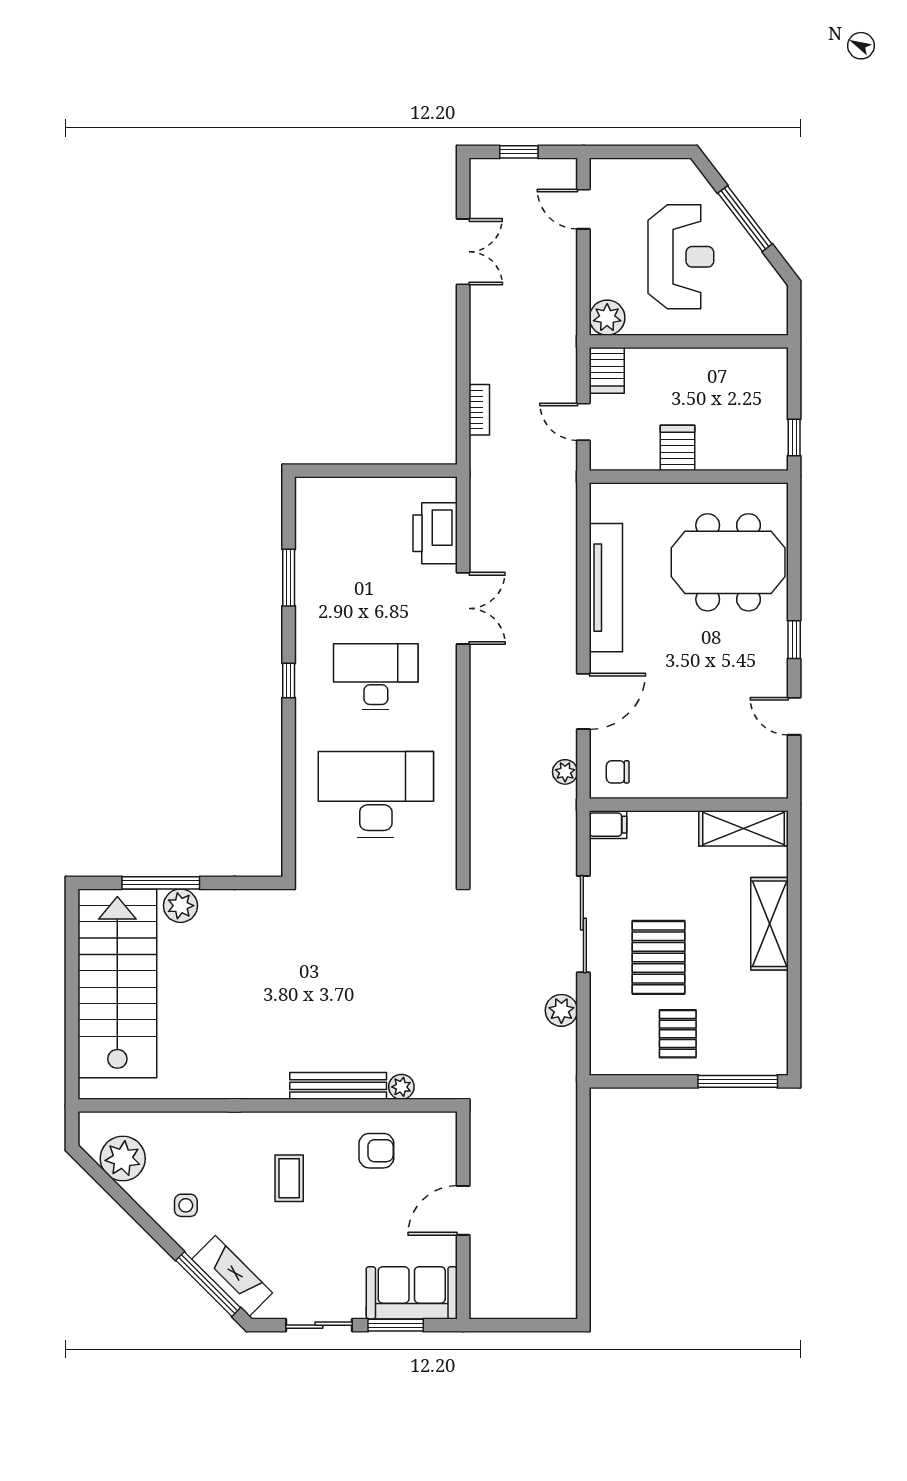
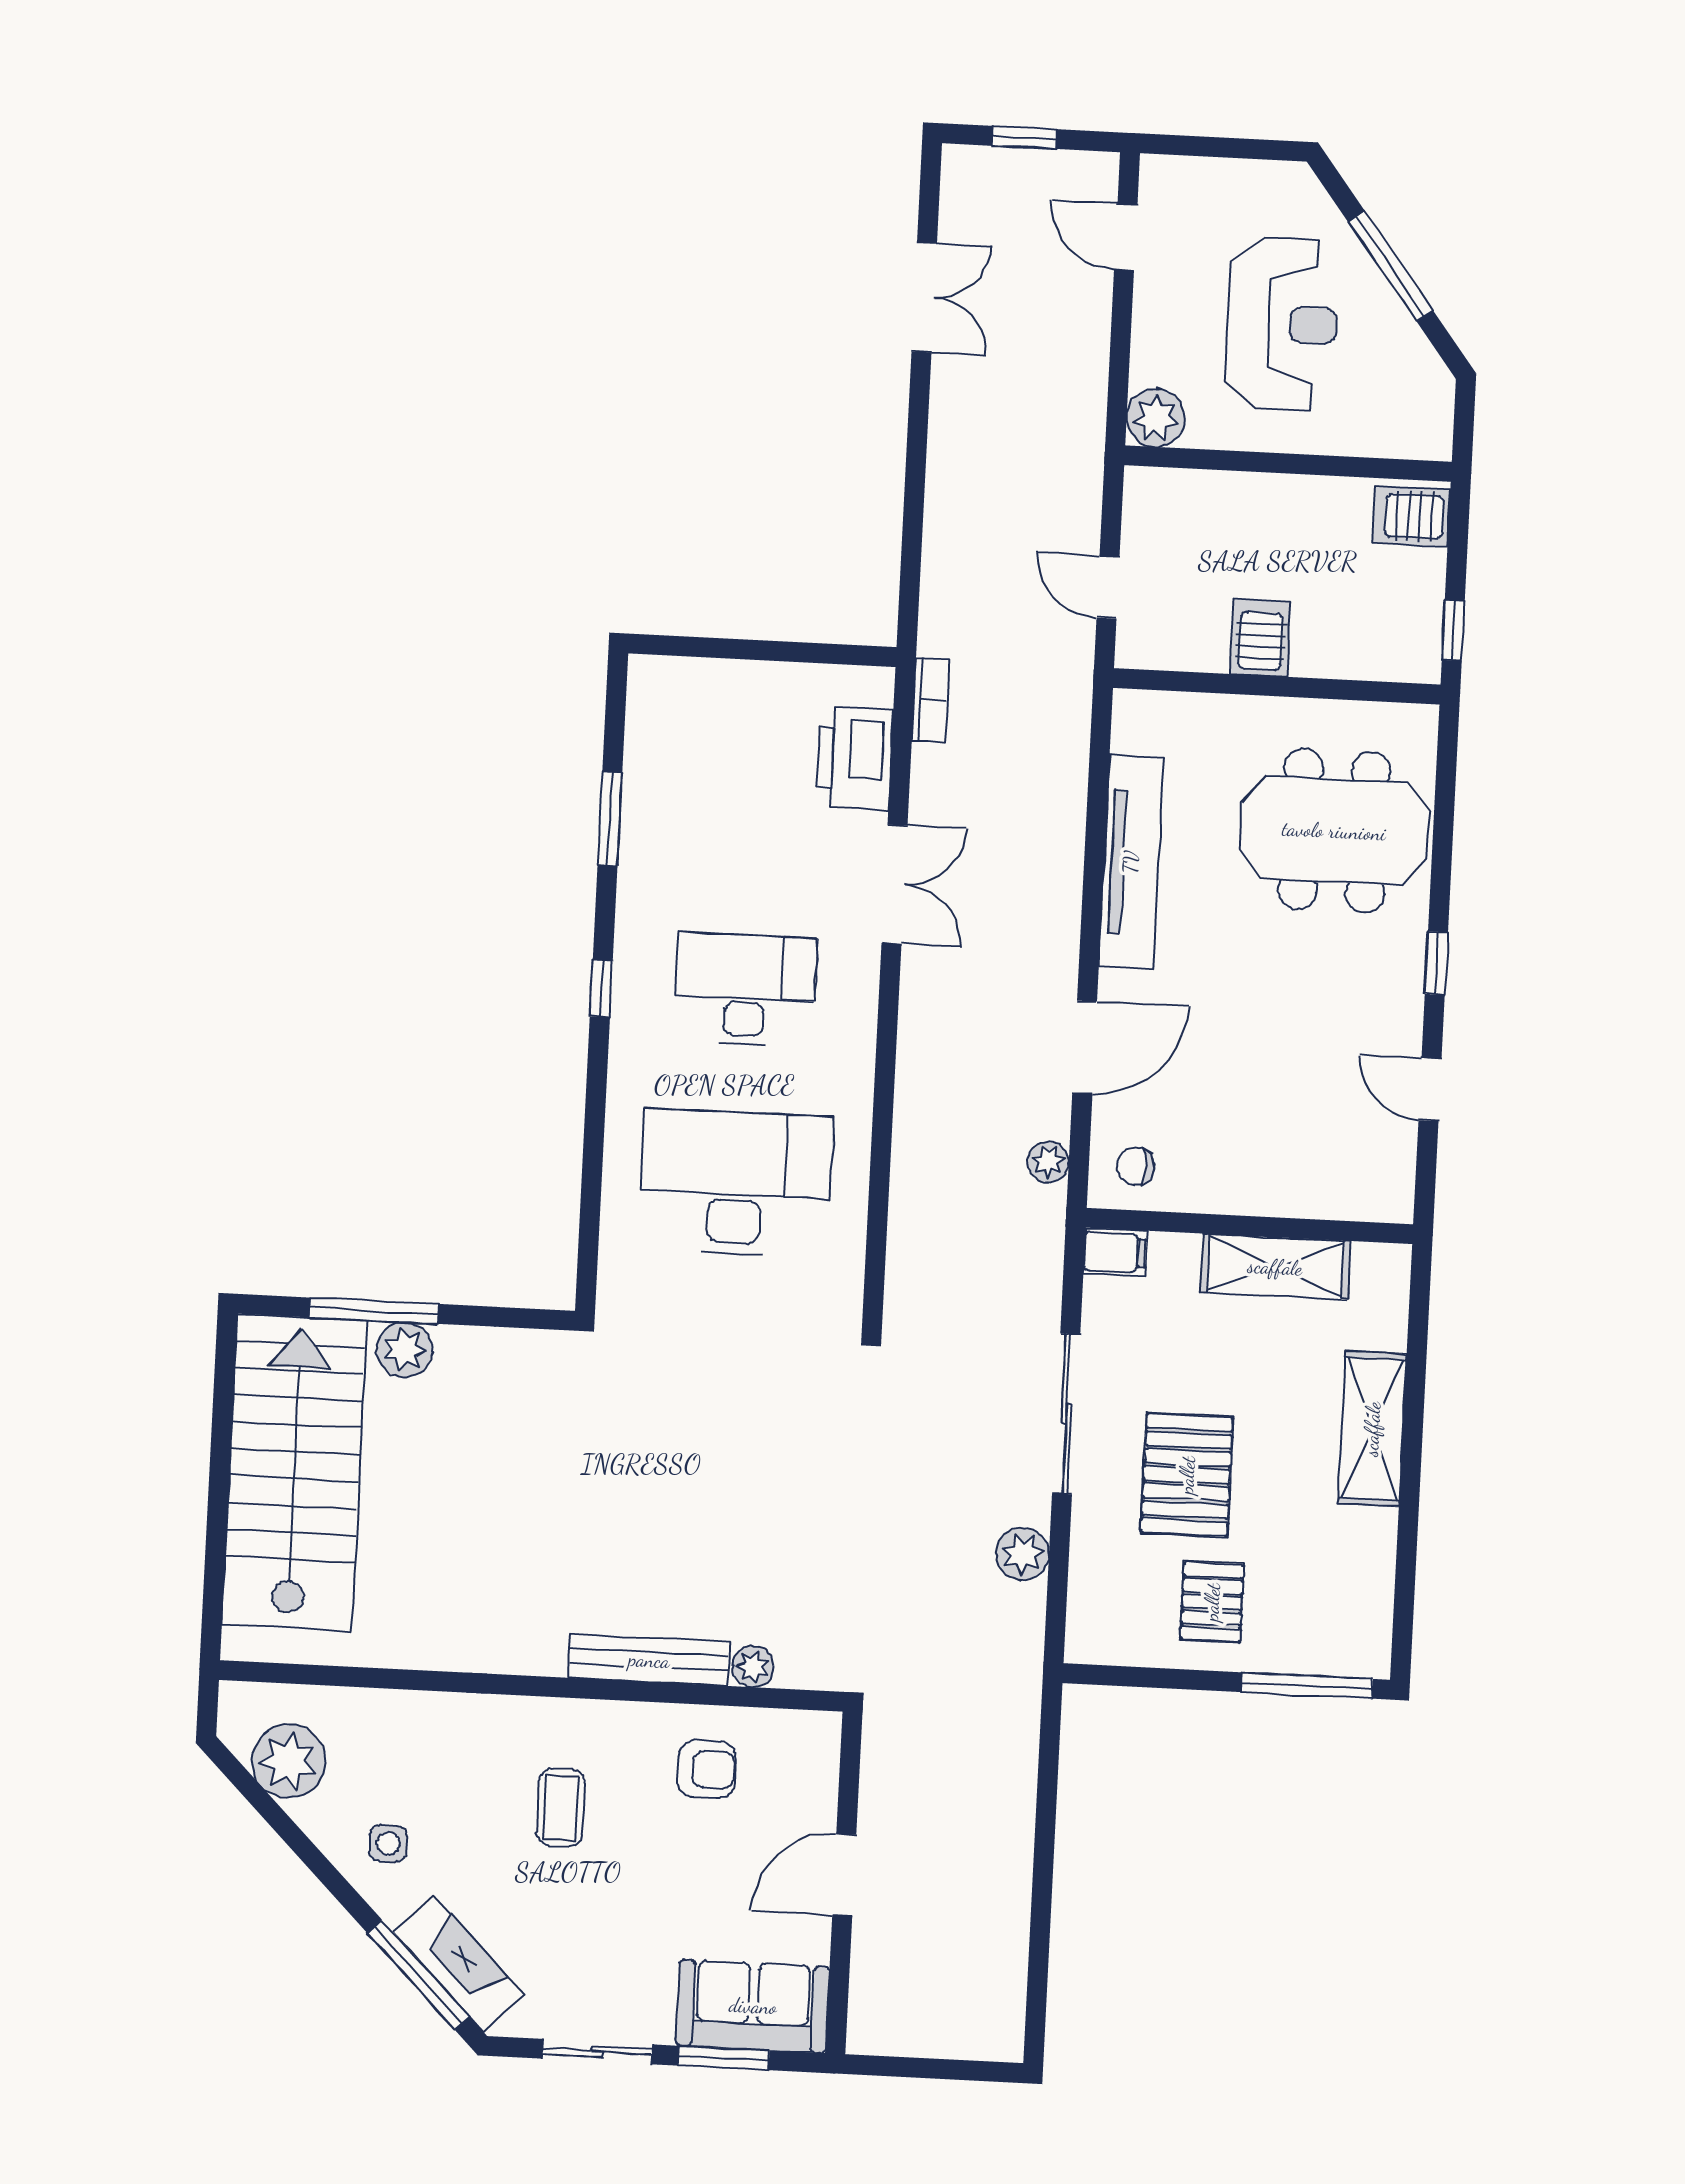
server rack: (607, 370) -> (1411, 516), moved, turned 90
bookcase: (479, 410) -> (930, 700), moved
shelving: (743, 828) -> (1275, 1267), moved

